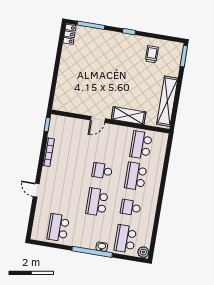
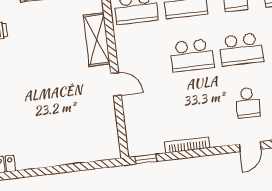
school desk: (102, 171) -> (192, 55), width x1.85
school desk: (63, 196) -> (248, 103), added

